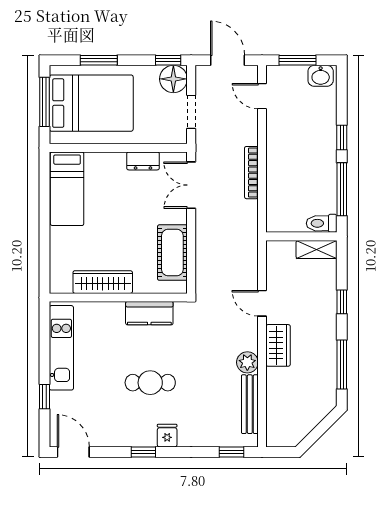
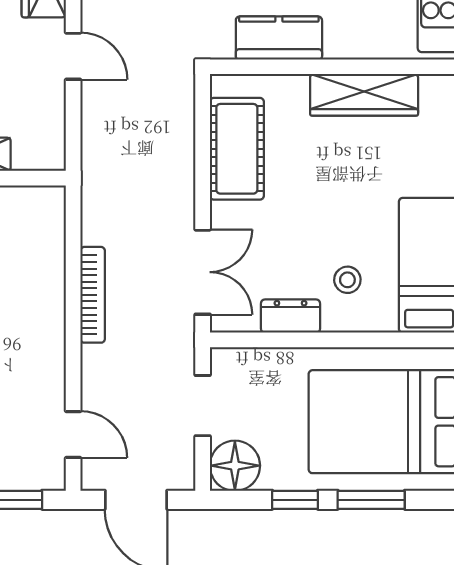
window: (168, 60) -> (295, 500), moved
stool: (112, 181) -> (347, 280), added

